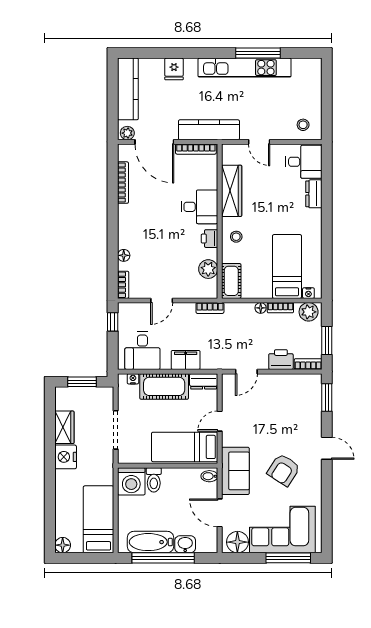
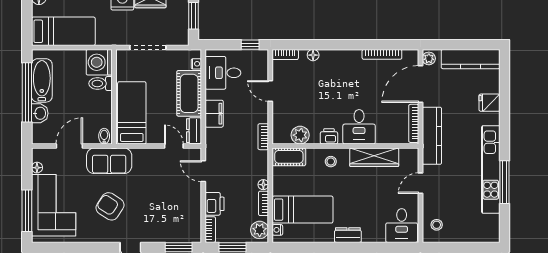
dresser: (314, 194) -> (348, 235), moved
door: (220, 421) -> (174, 146), moved
floor lamp: (237, 542) -> (37, 168), width x0.53, depth x0.53

